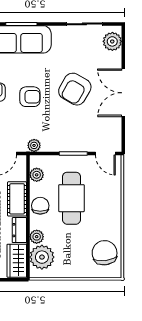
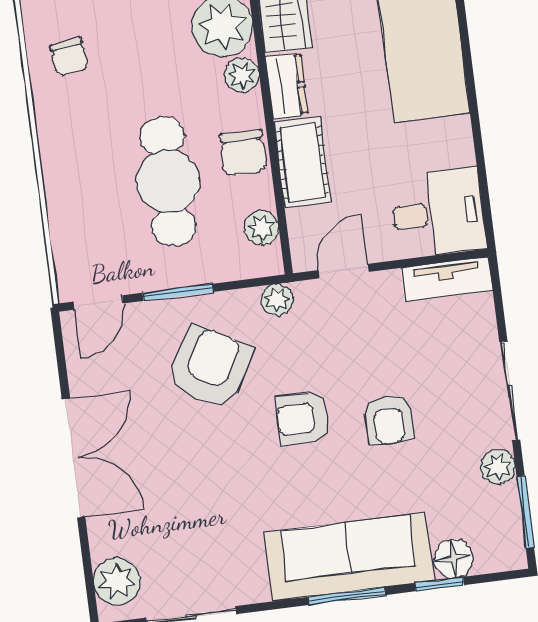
armchair: (75, 89) -> (210, 367), moved
door: (105, 153) -> (98, 302), swing flipped
chair: (105, 253) -> (69, 57), width x0.54, depth x0.54

